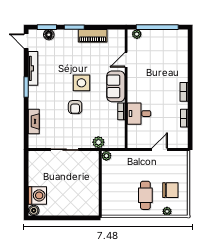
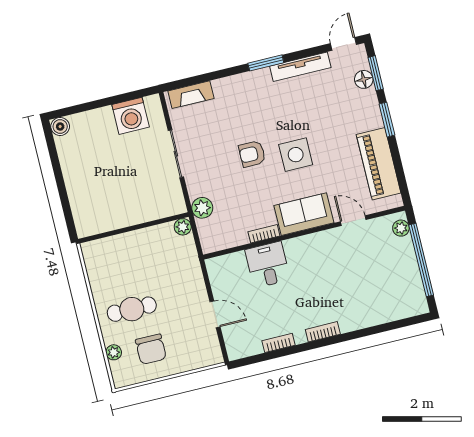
piano: (93, 36) -> (379, 164), width x1.37, depth x1.33
fireplace: (34, 121) -> (191, 95), moved
washing machine: (37, 195) -> (131, 116), moved

